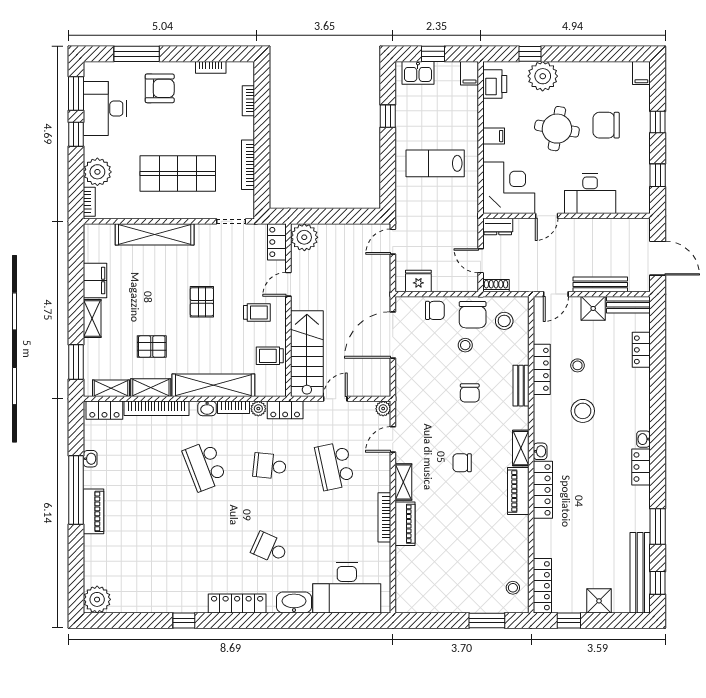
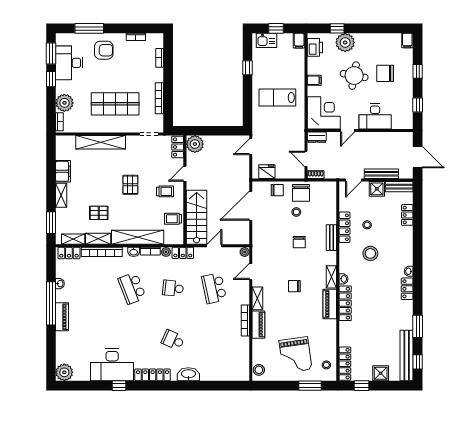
stool: (504, 321) -> (259, 370), moved
grand piano: (464, 572) -> (295, 355), added
desk: (347, 588) -> (112, 365), moved

